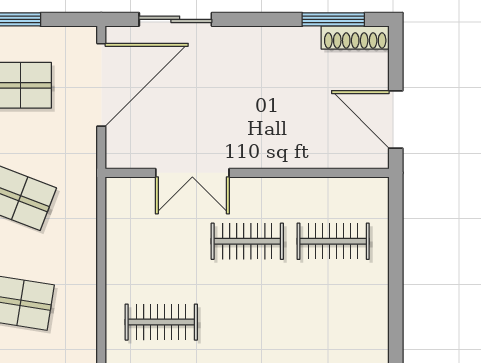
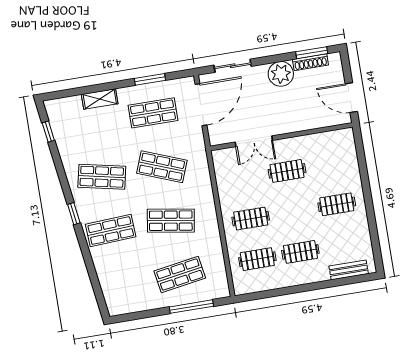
shoe rack: (355, 37) -> (310, 62), moved
plant: (266, 51) -> (281, 74), added
clothes rail: (333, 241) -> (337, 204), moved

